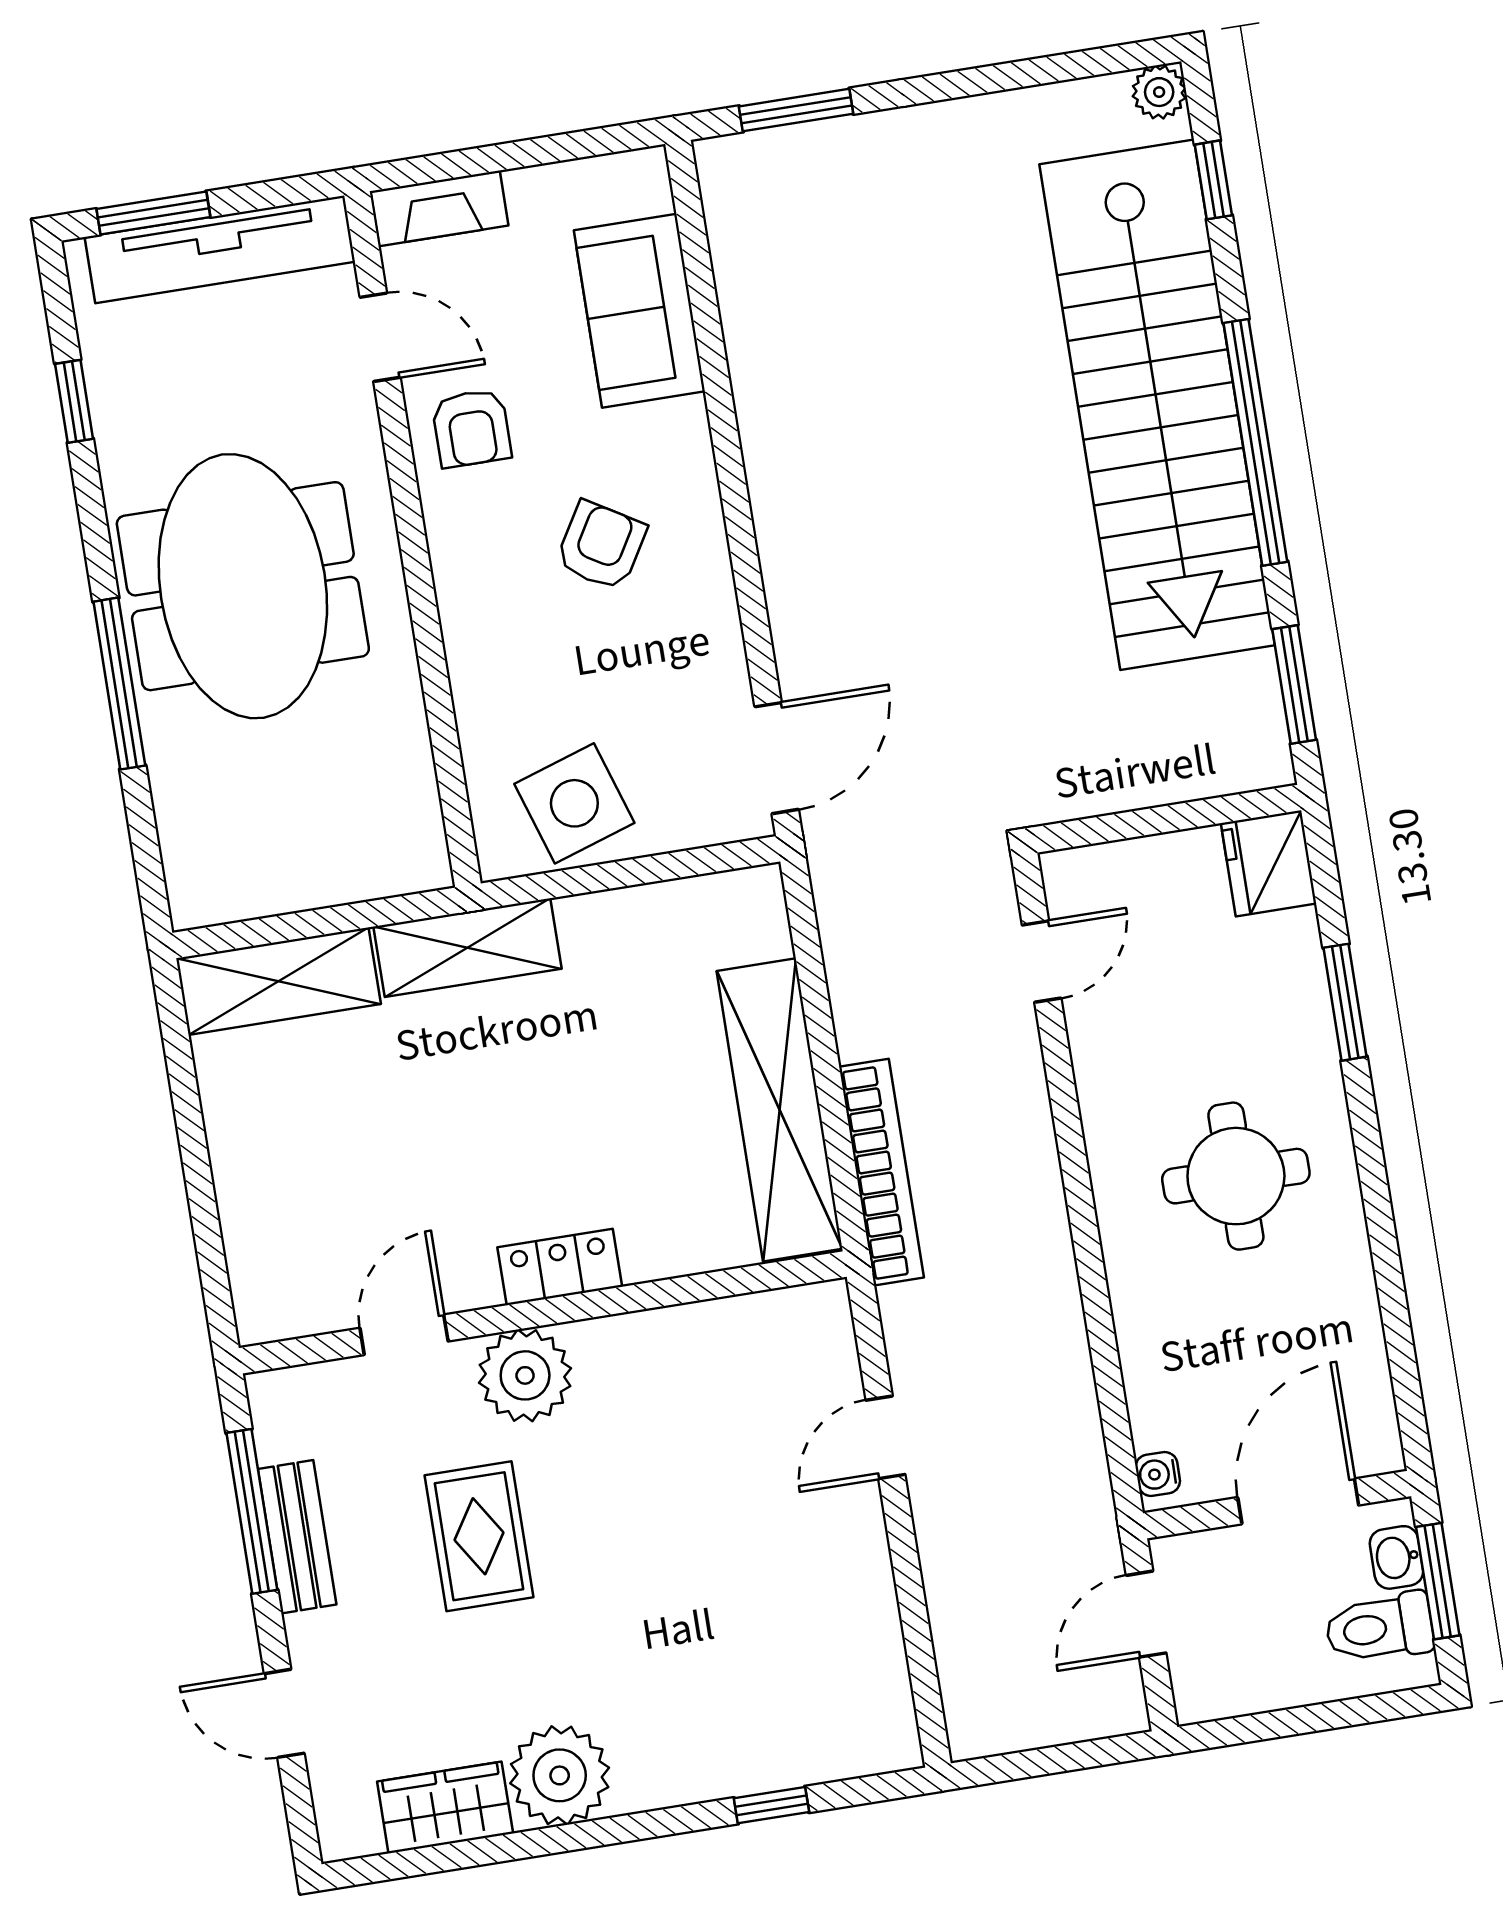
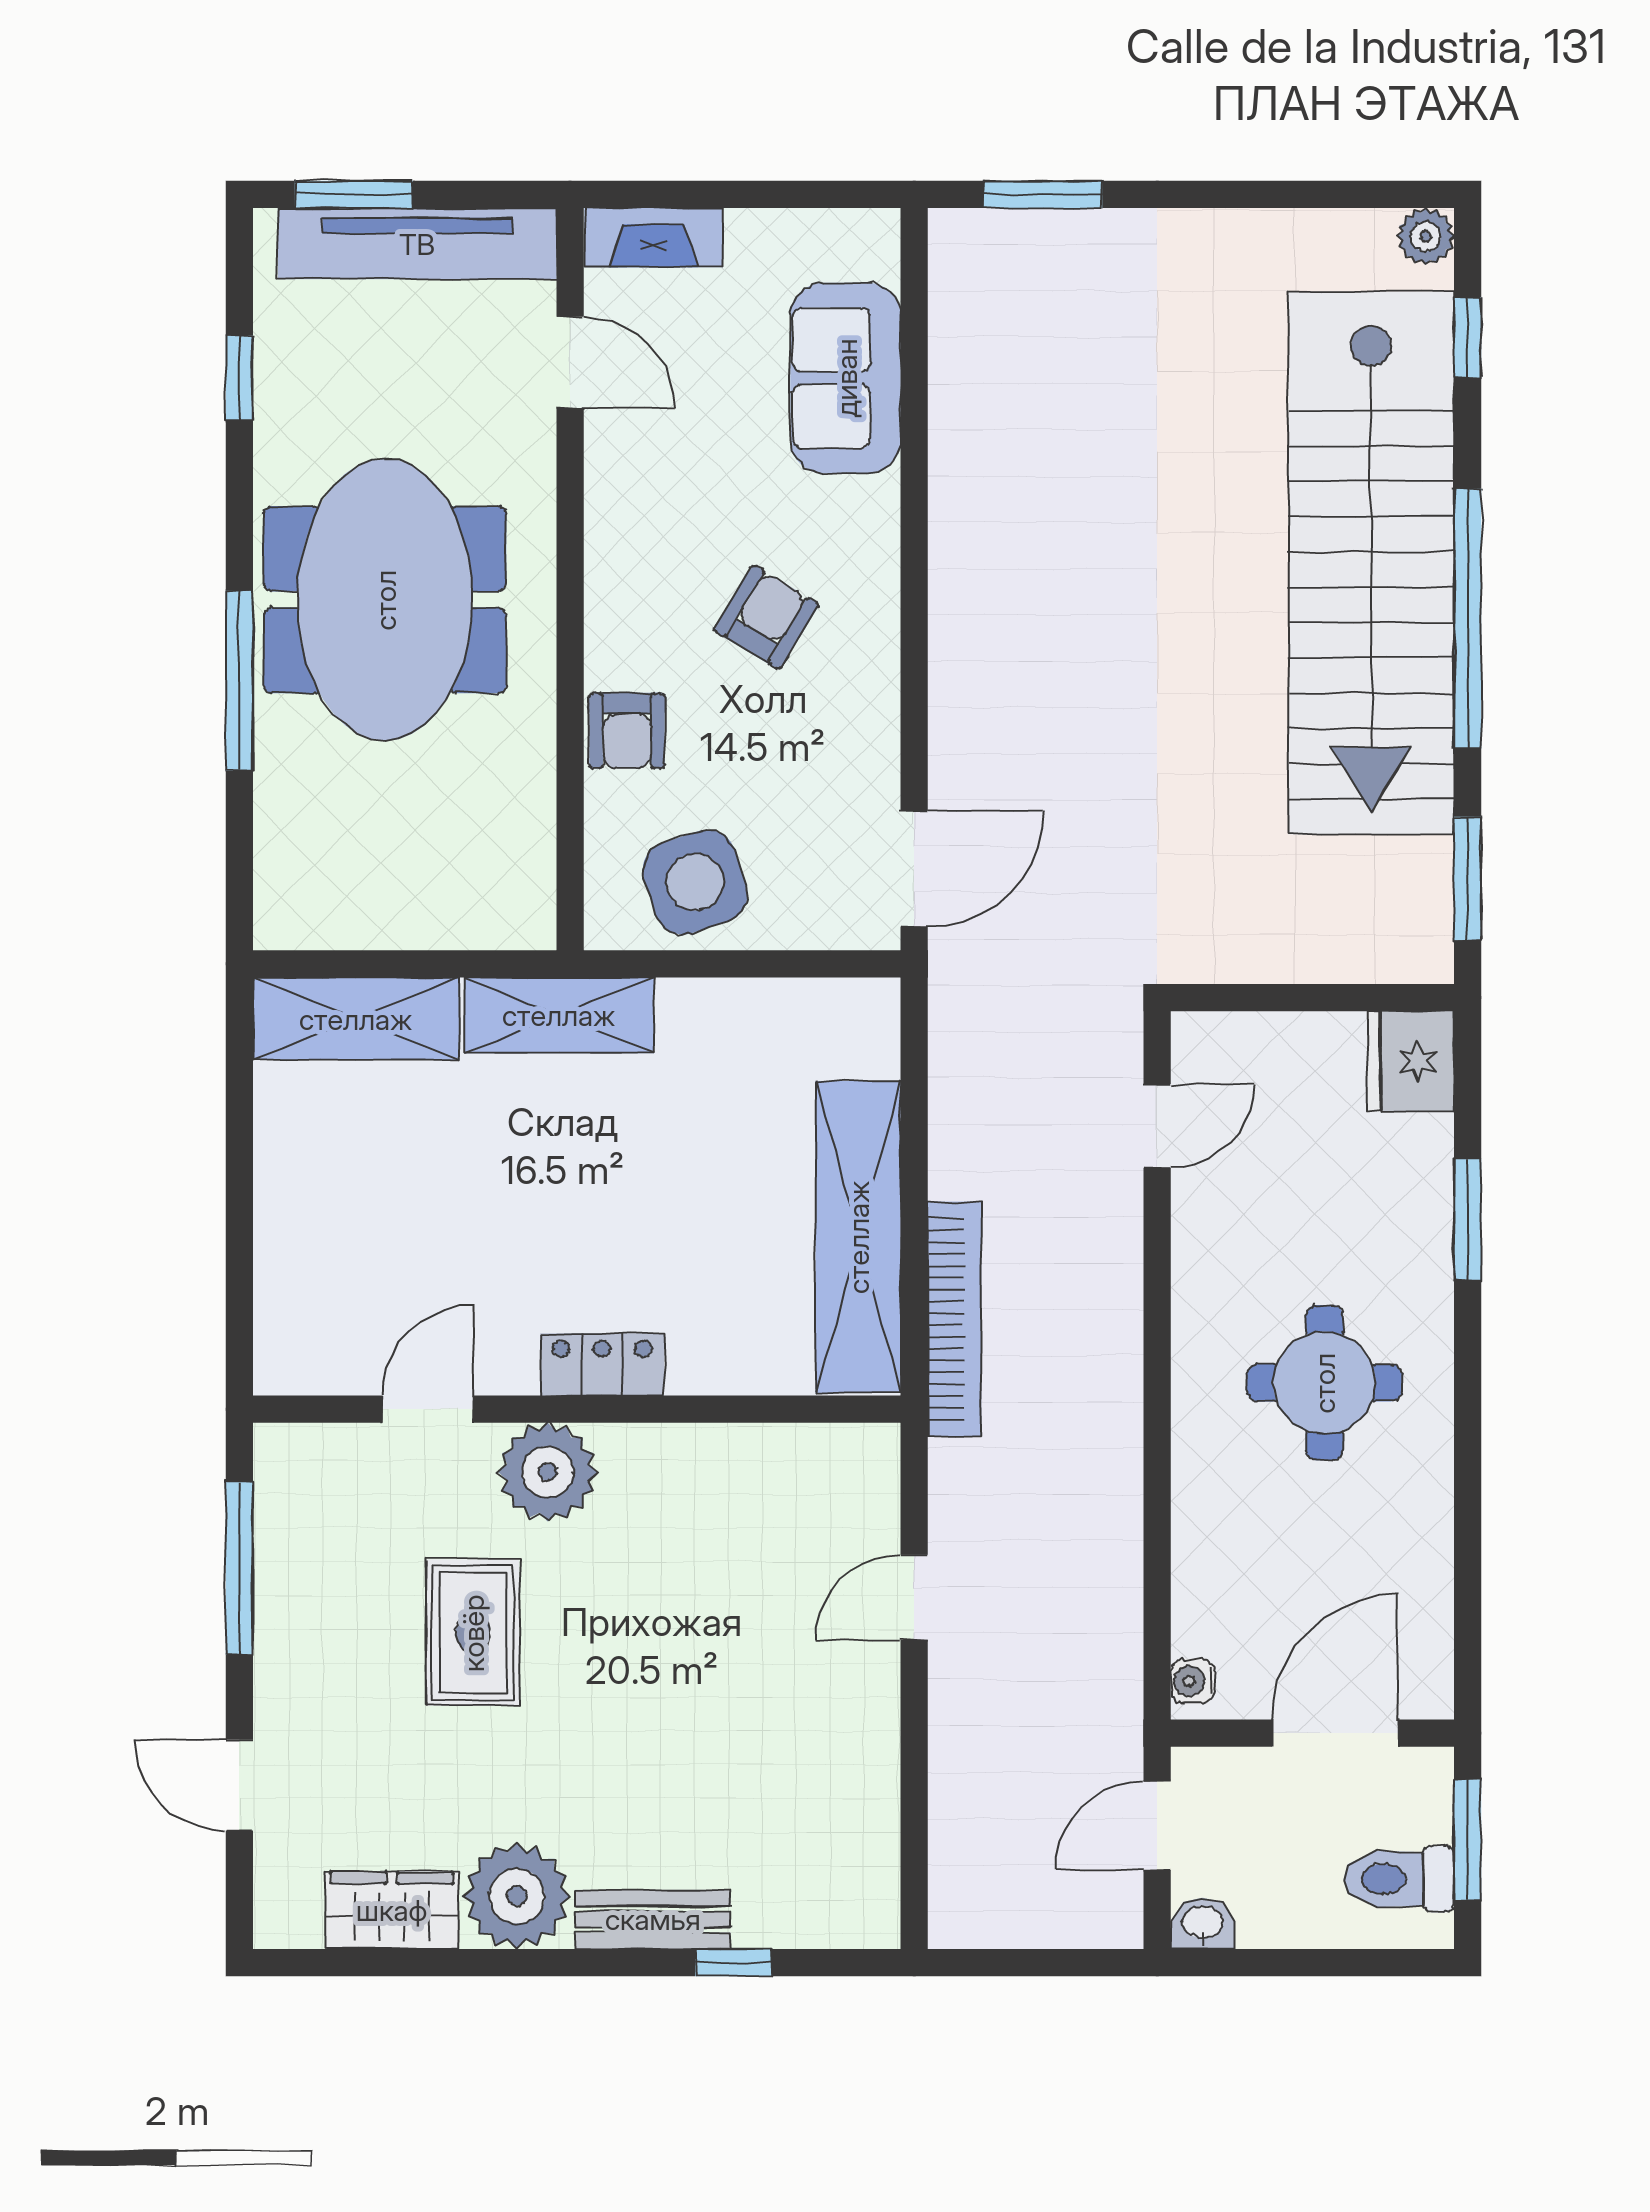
armchair: (472, 428) -> (627, 731), moved
bench: (297, 1537) -> (653, 1919), moved, turned 90
washbasin: (1397, 1557) -> (1202, 1923), moved, turned 90

